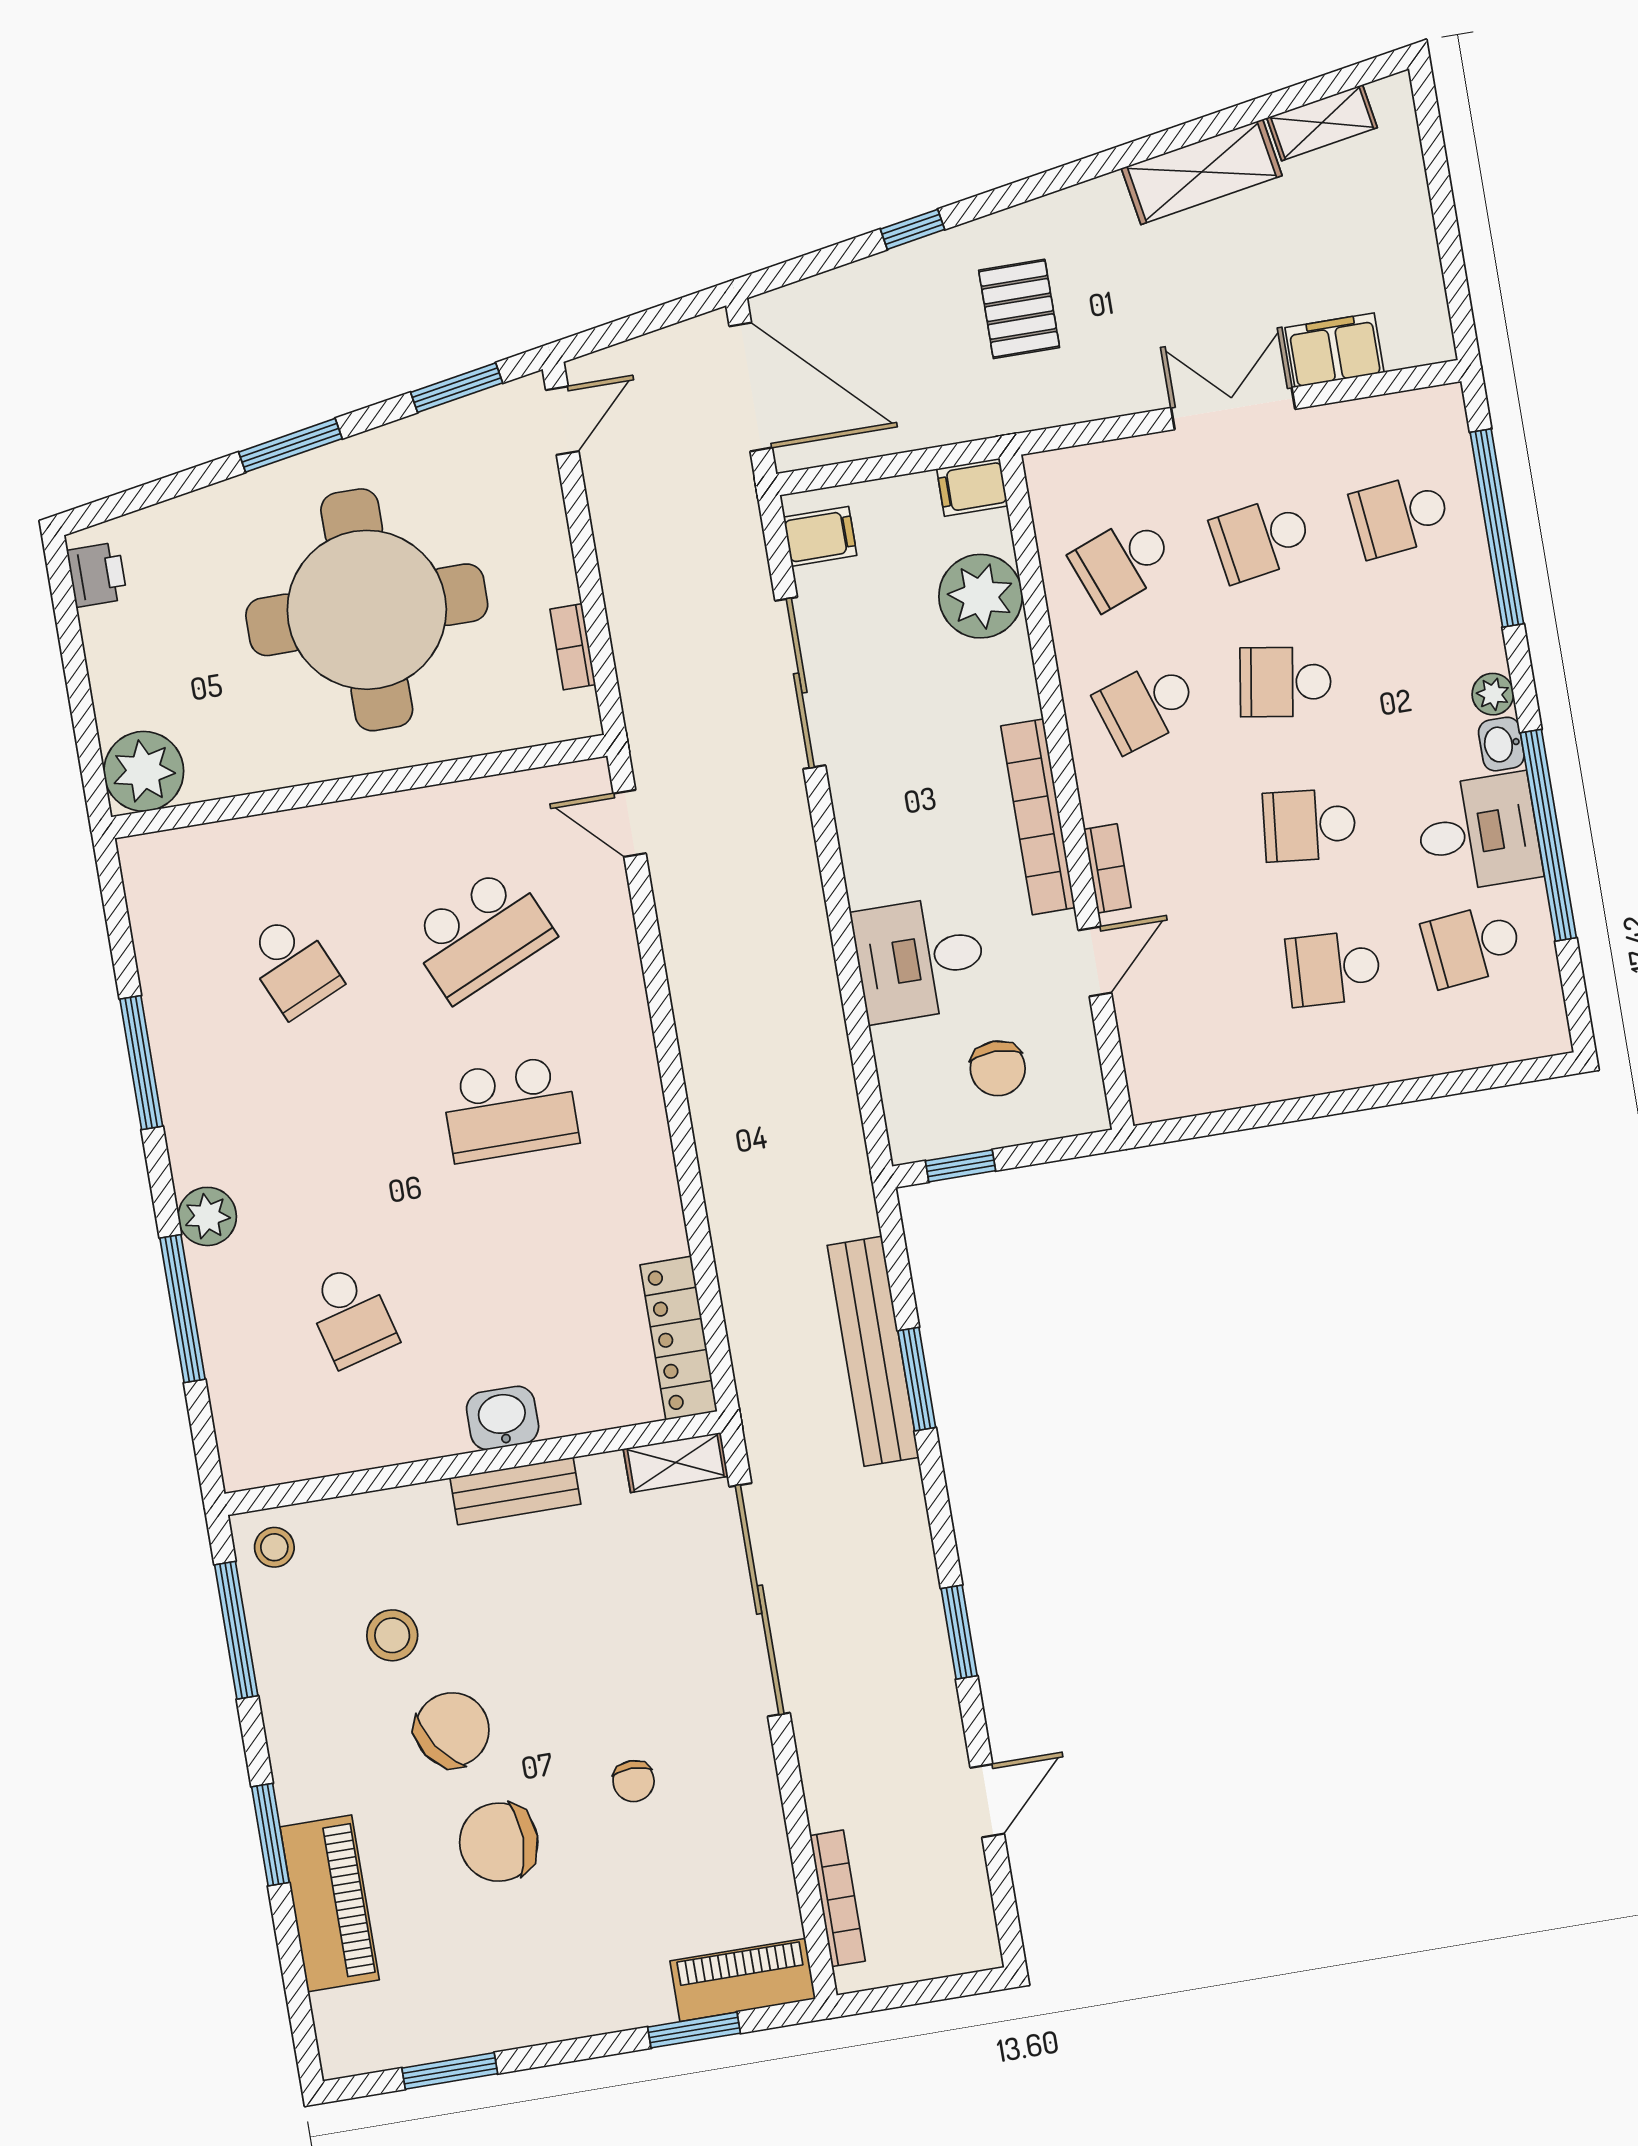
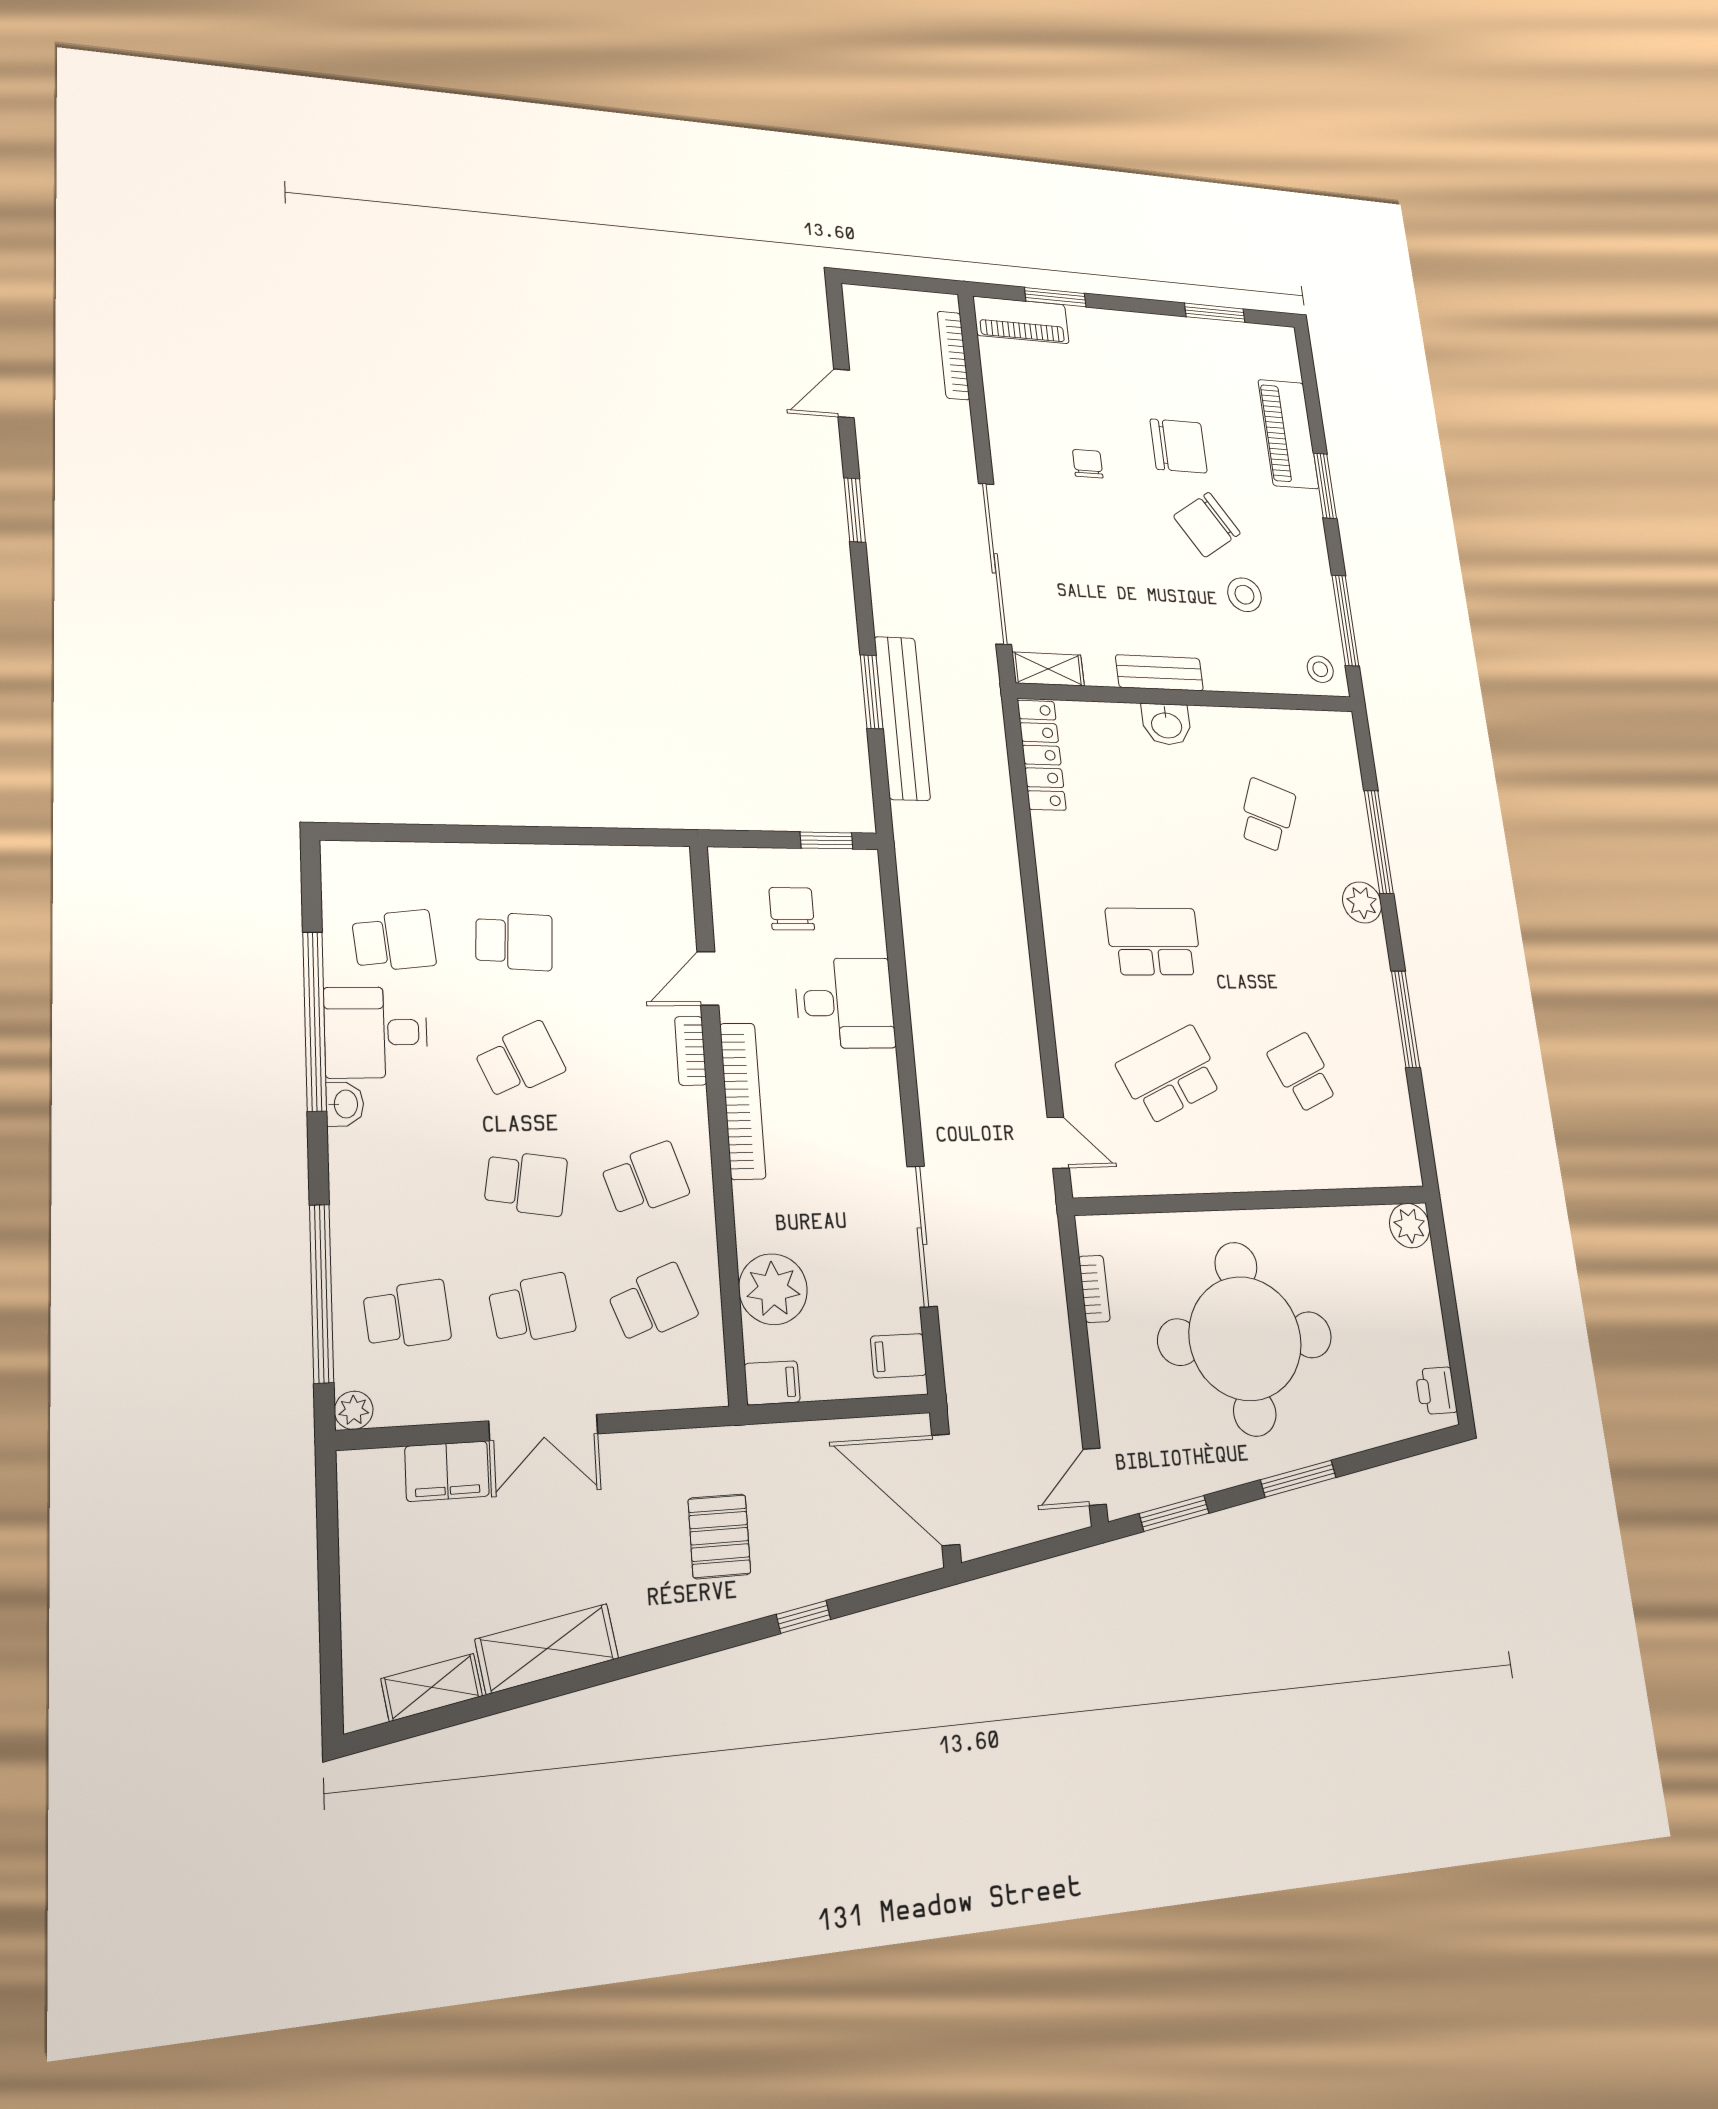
plant: (1493, 694) -> (354, 1410), moved
plant: (144, 771) -> (1410, 1226), width x0.73, depth x0.73
school desk: (1309, 825) -> (520, 1060), turned -30
school desk: (351, 1316) -> (1267, 815), turned 36

